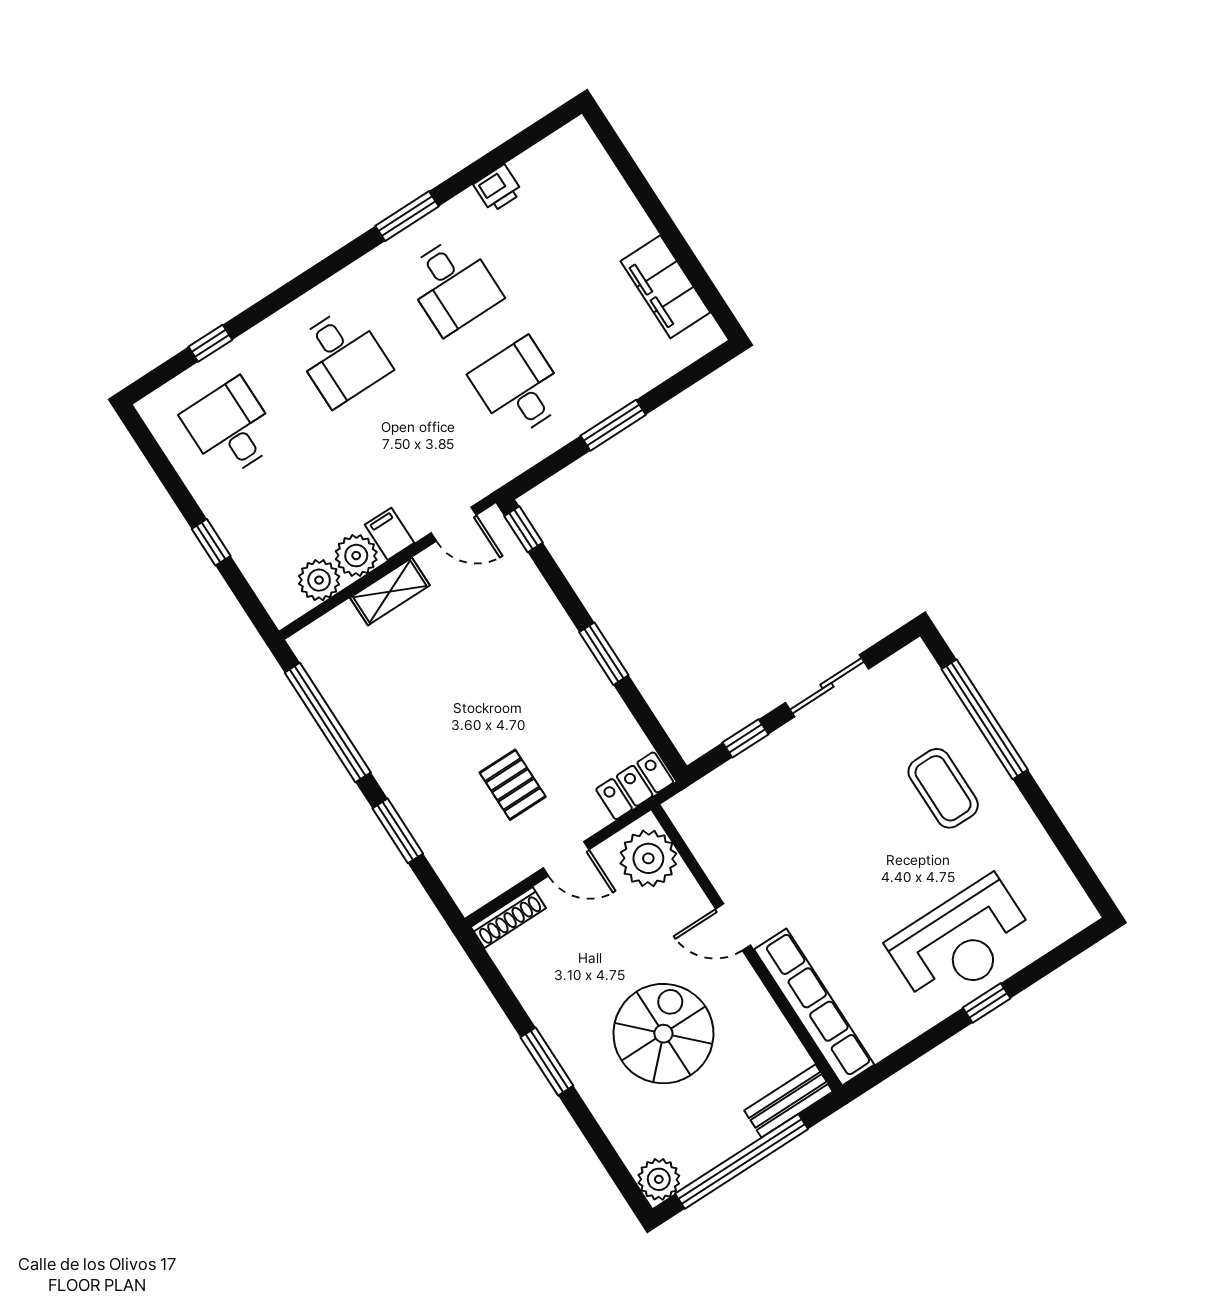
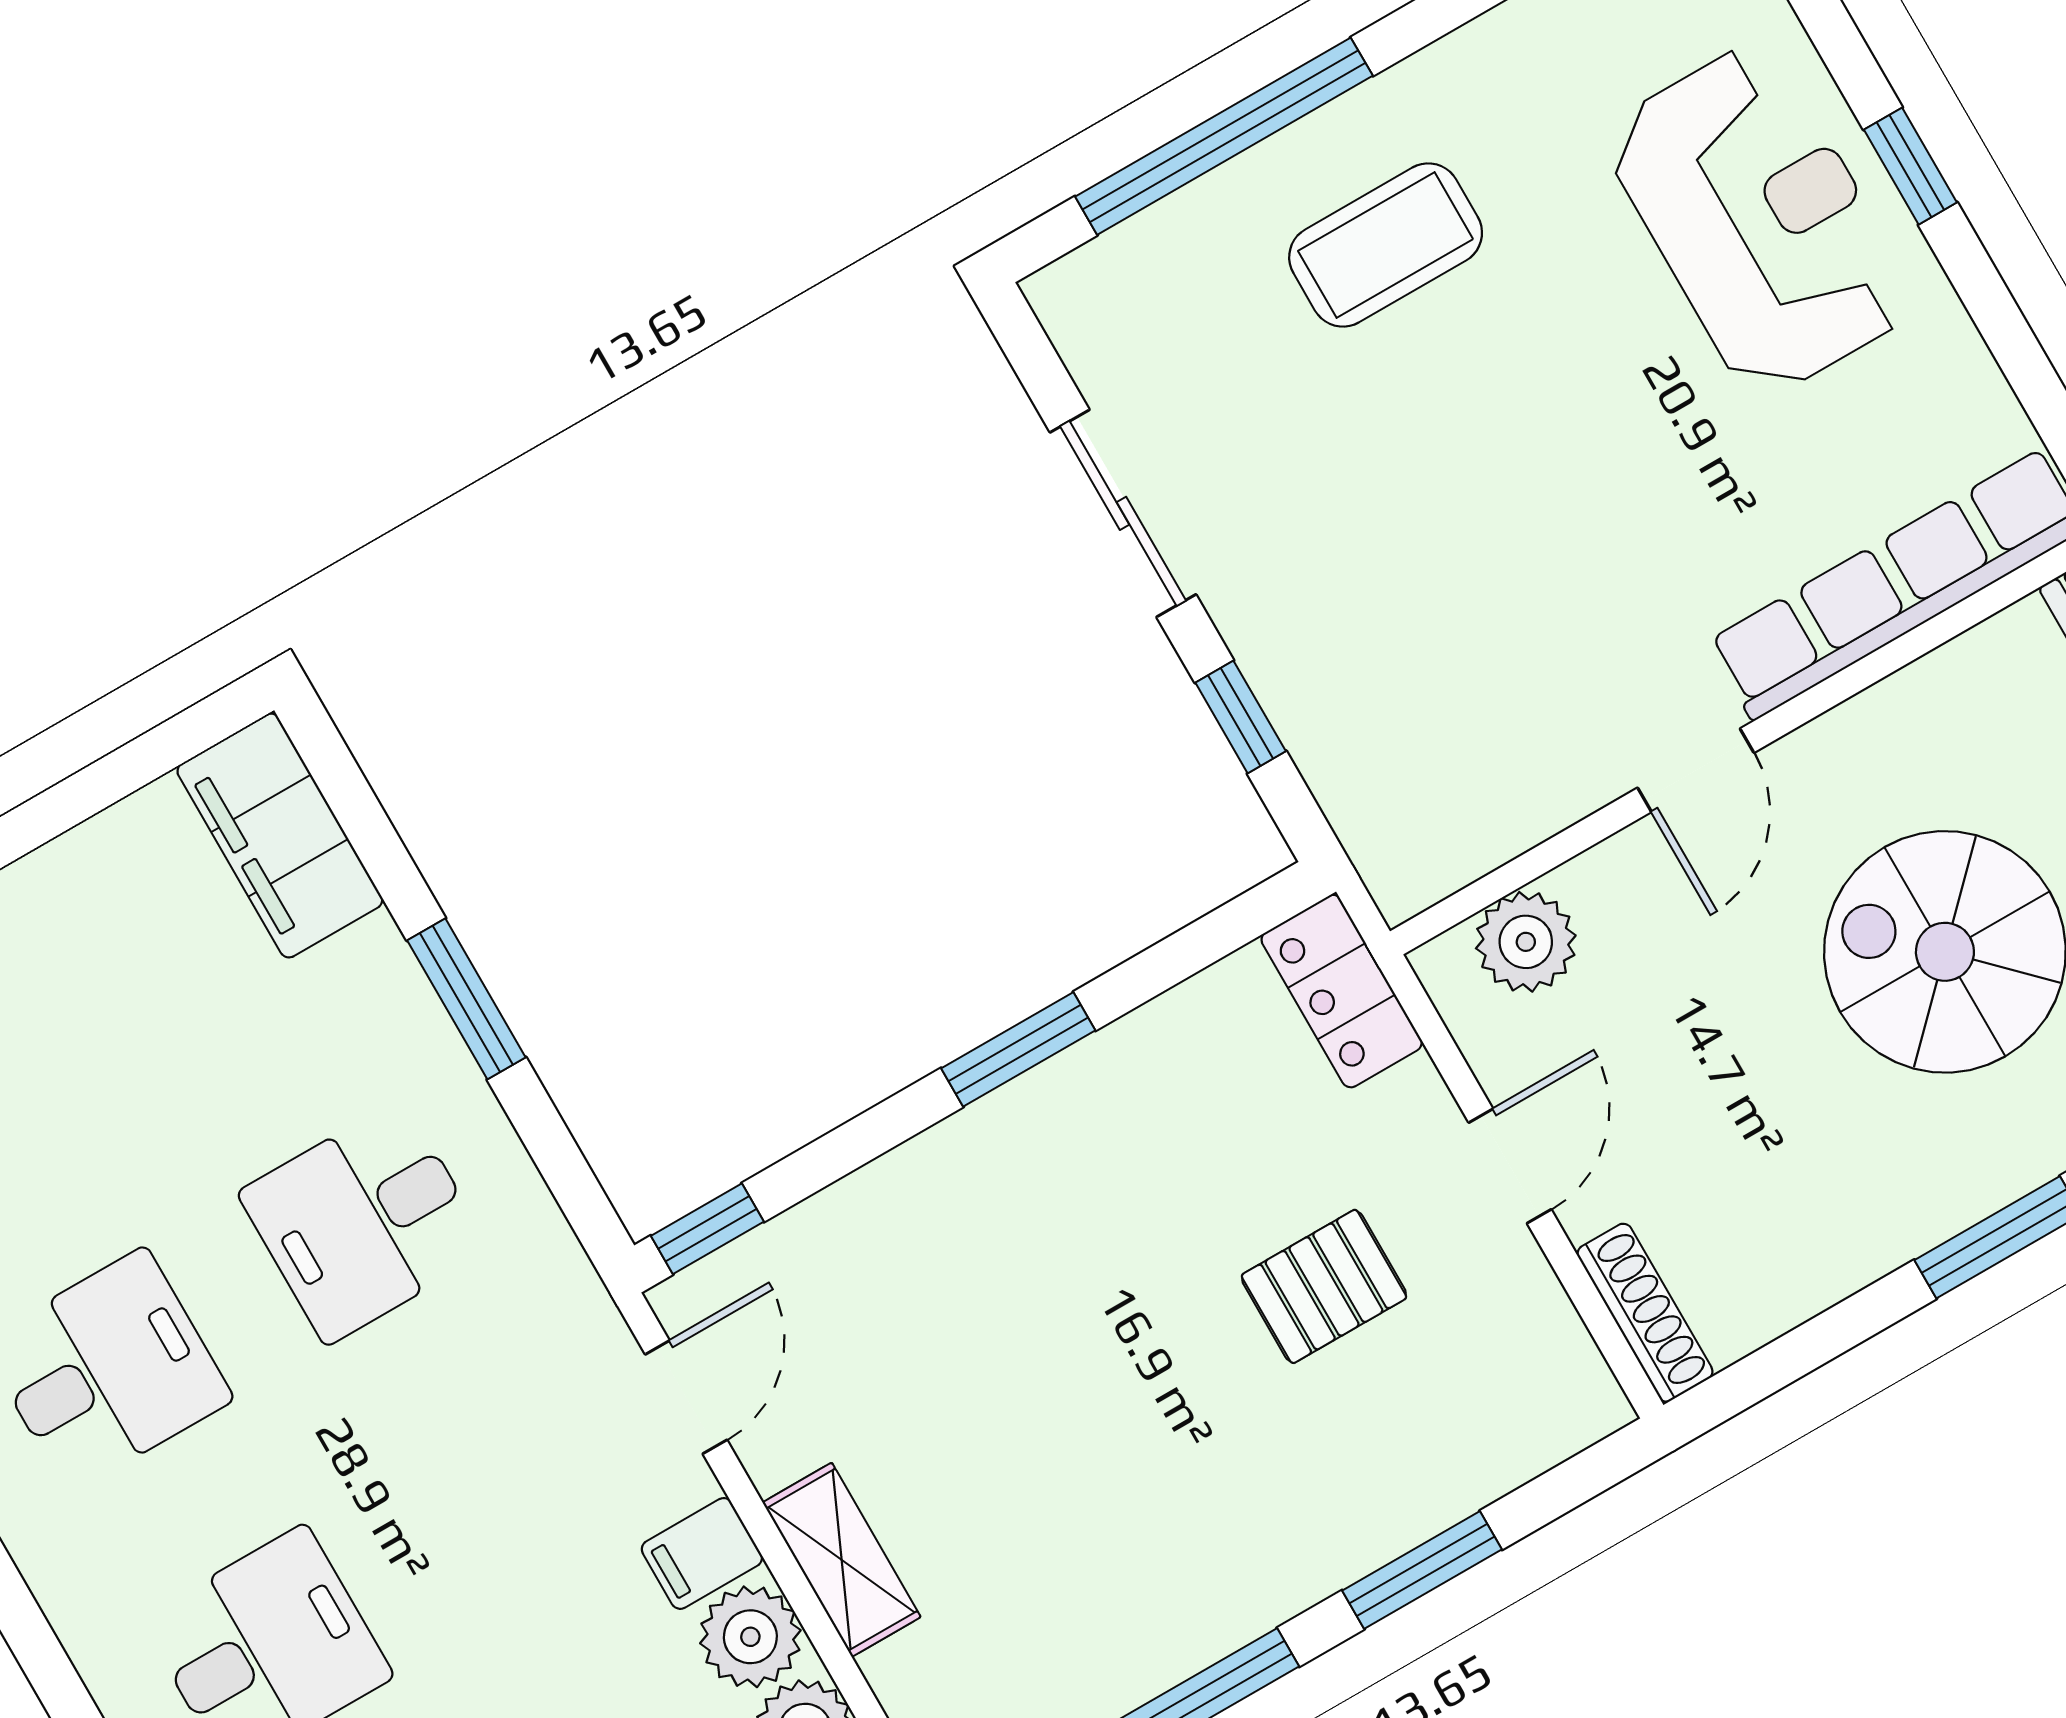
filing cabinet: (665, 287) -> (280, 836), moved, turned 90
plant: (648, 858) -> (1526, 942), width x0.73, depth x0.73

